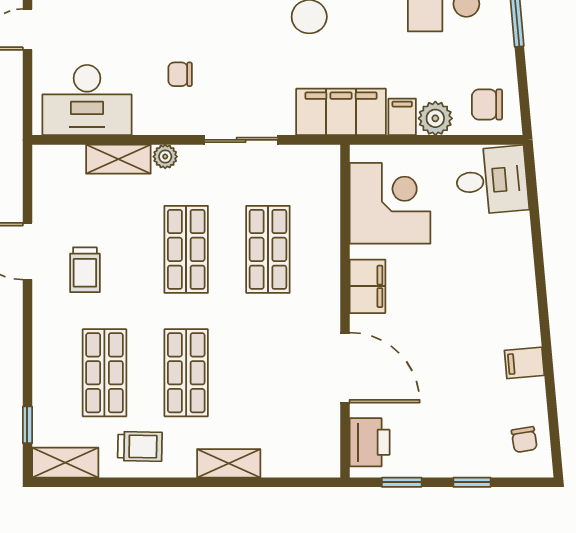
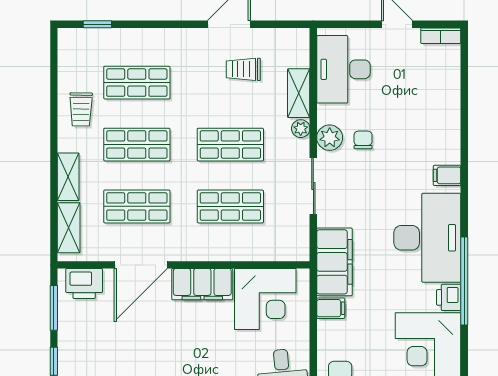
plant: (435, 118) -> (330, 138), moved
trolley: (85, 270) -> (243, 69), moved
filing cabinet: (367, 286) -> (202, 284), width x1.50, depth x1.17
shop shelf: (268, 373) -> (137, 206), added
shelving: (65, 463) -> (69, 228), moved
window: (402, 482) -> (54, 308), width x1.50

